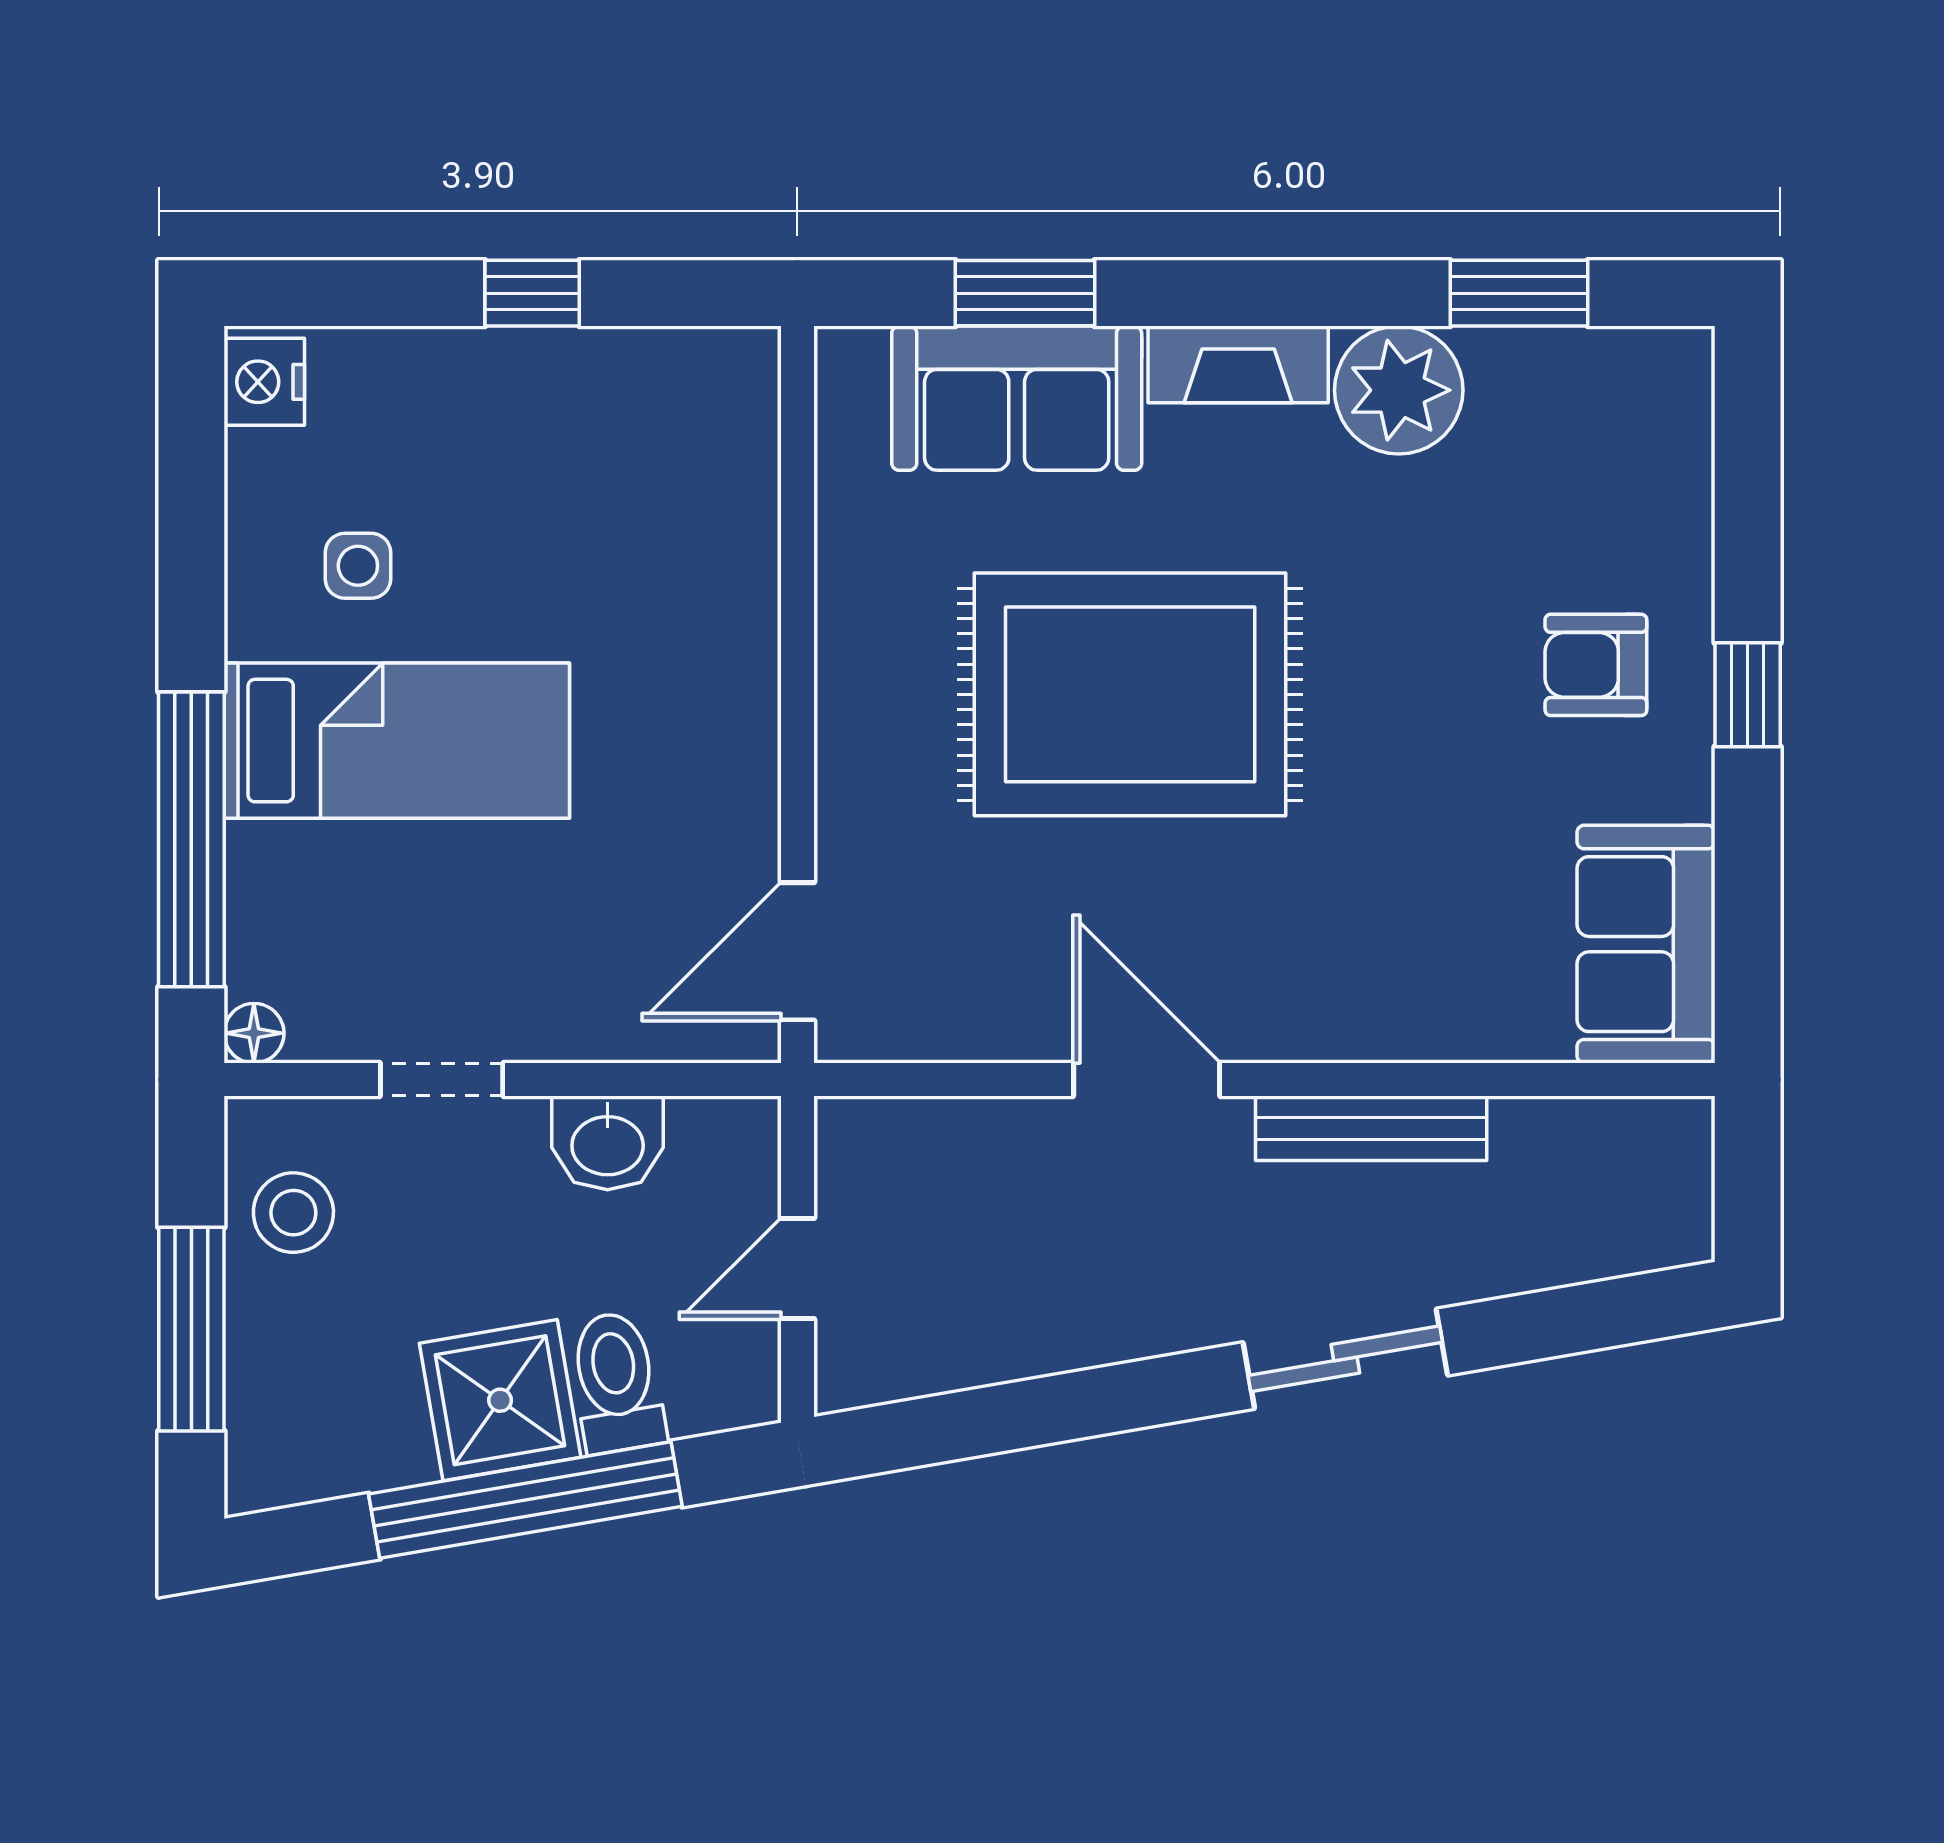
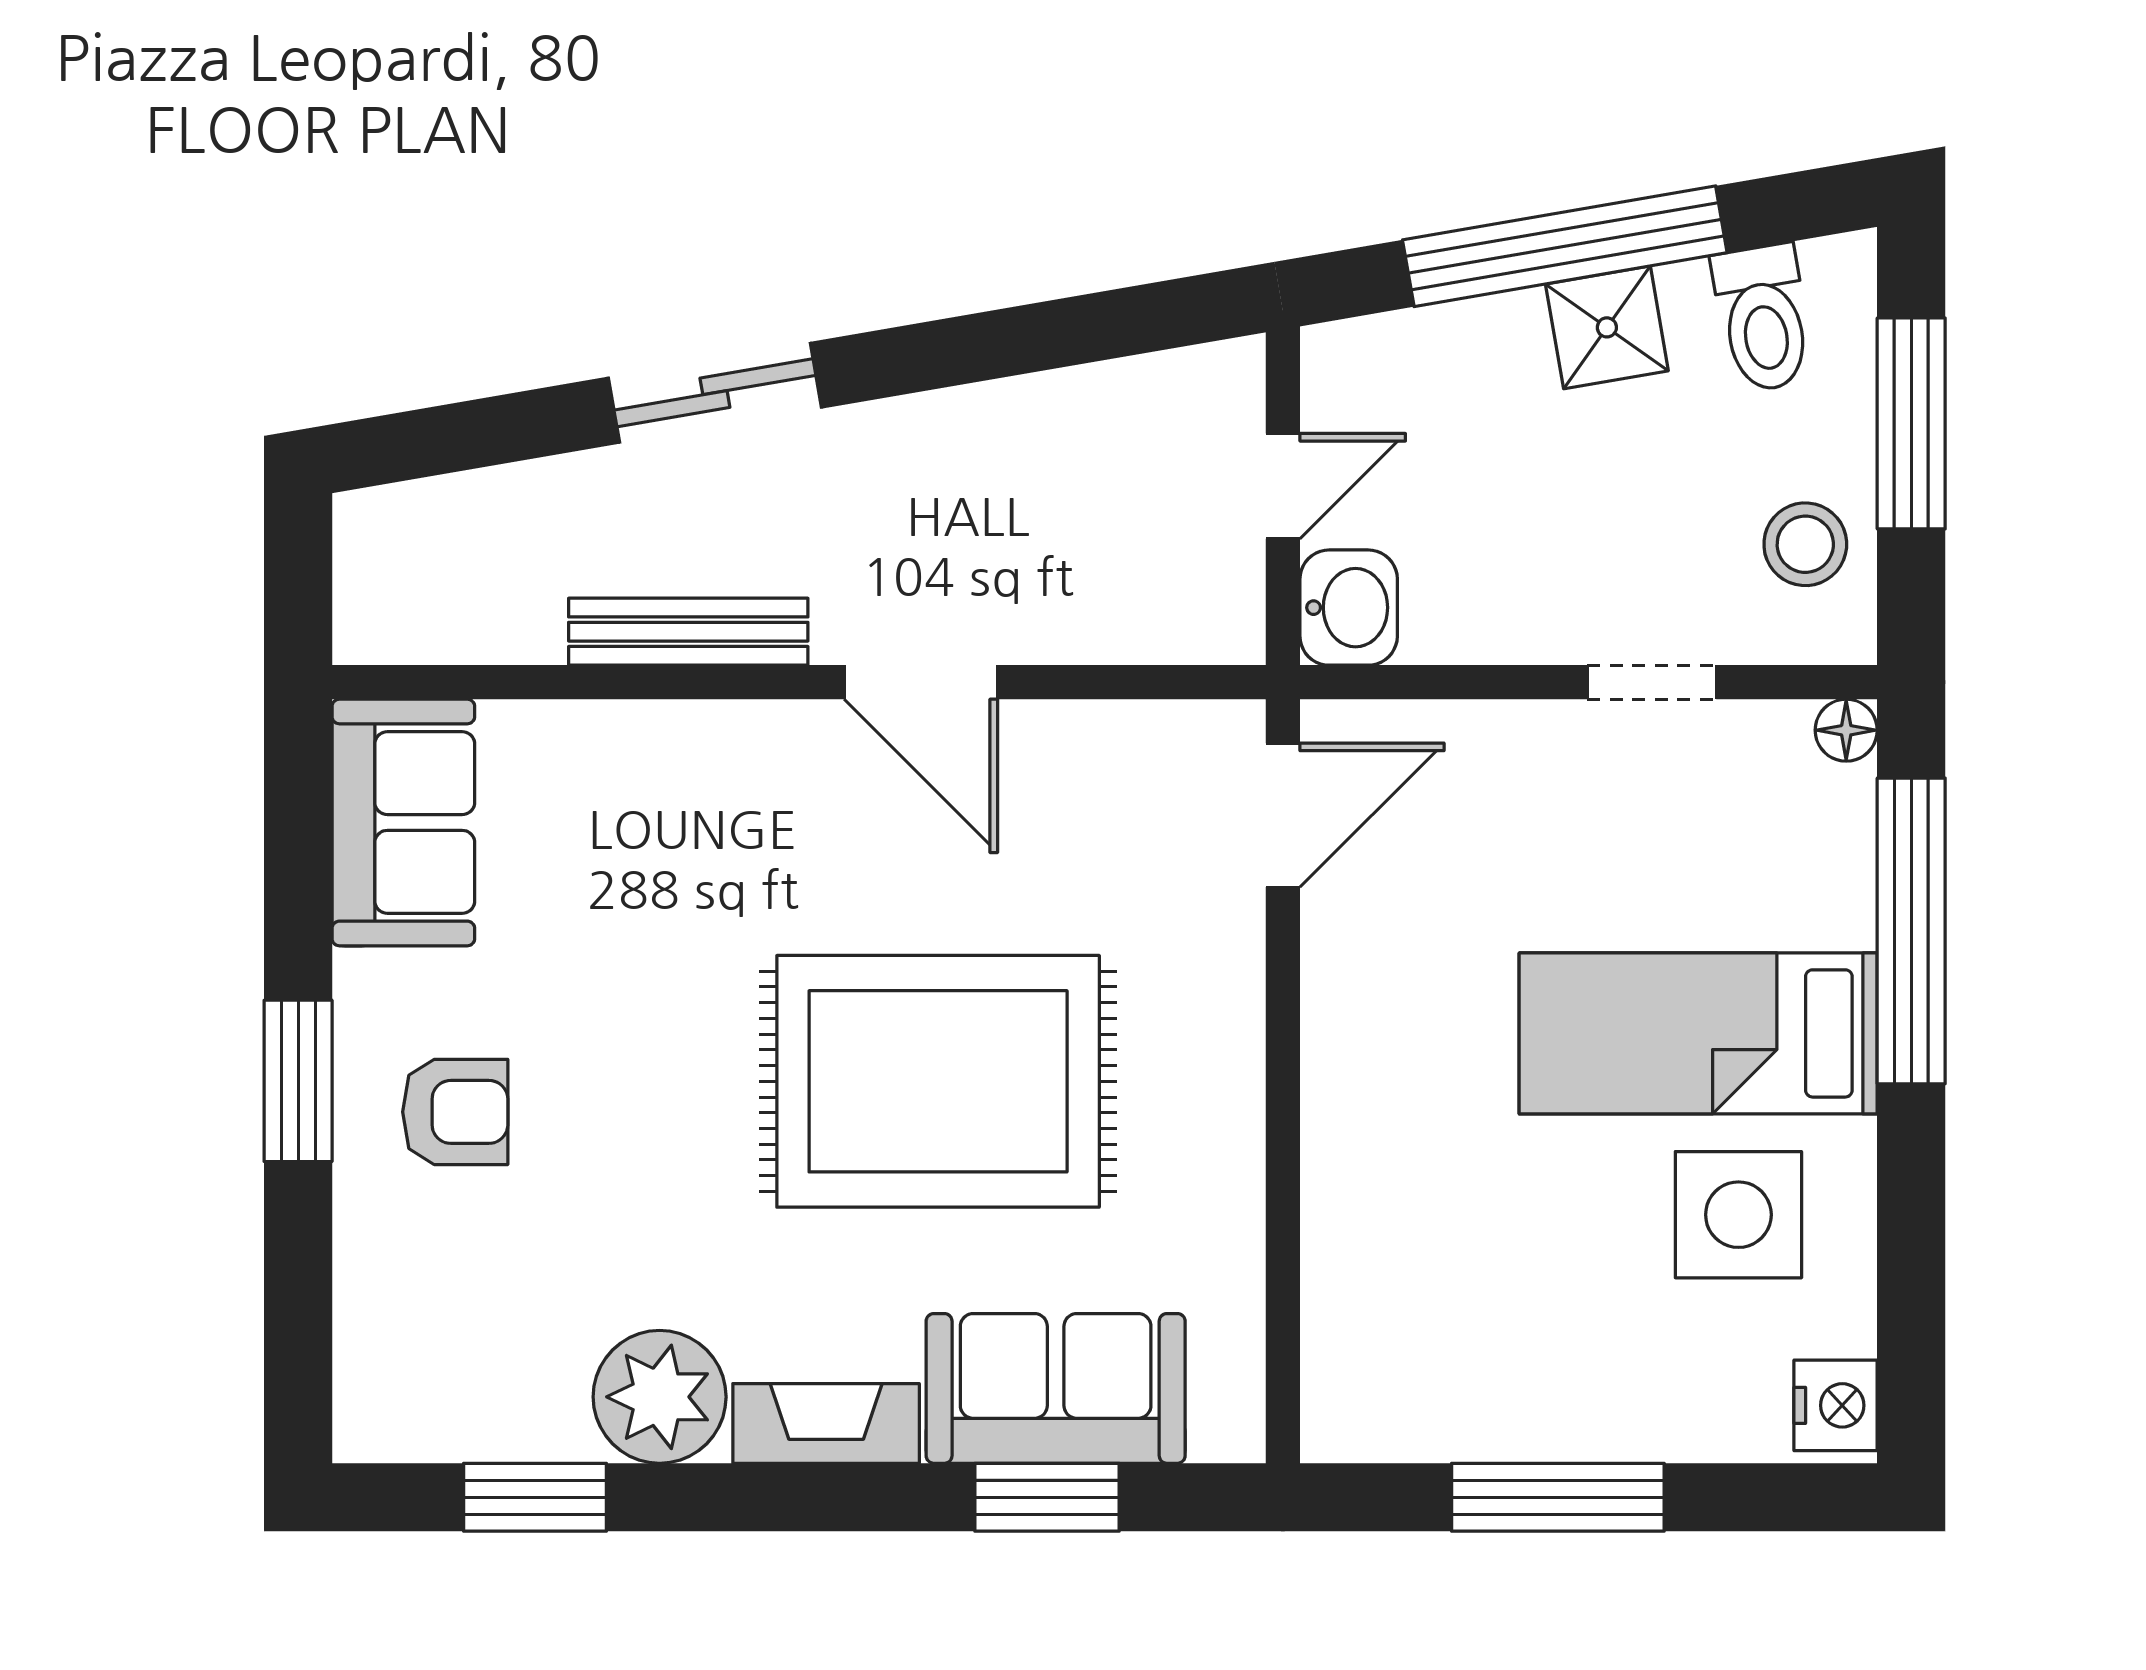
window: (532, 293) -> (1558, 1497), width x2.17
side table: (358, 566) -> (1738, 1215), width x1.87, depth x1.87
window: (1748, 695) -> (298, 1081), width x1.50
washbasin: (608, 1143) -> (1349, 608), moved, turned 90
toilet: (616, 1382) -> (1763, 318), moved
shower: (500, 1400) -> (1607, 327), width x0.73, depth x0.73

